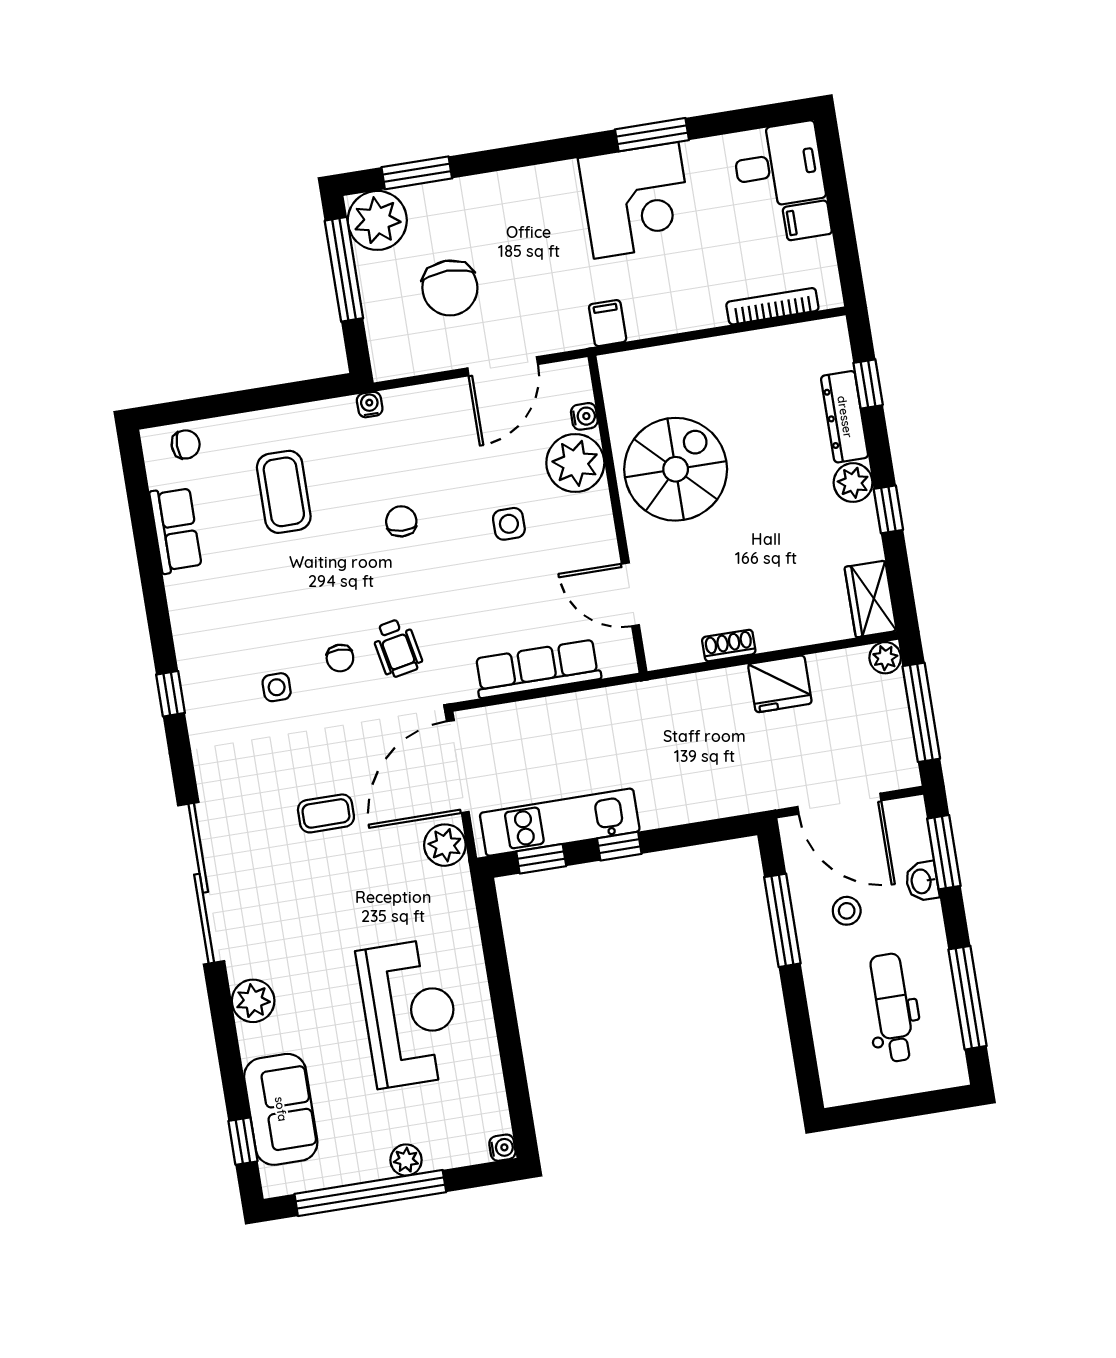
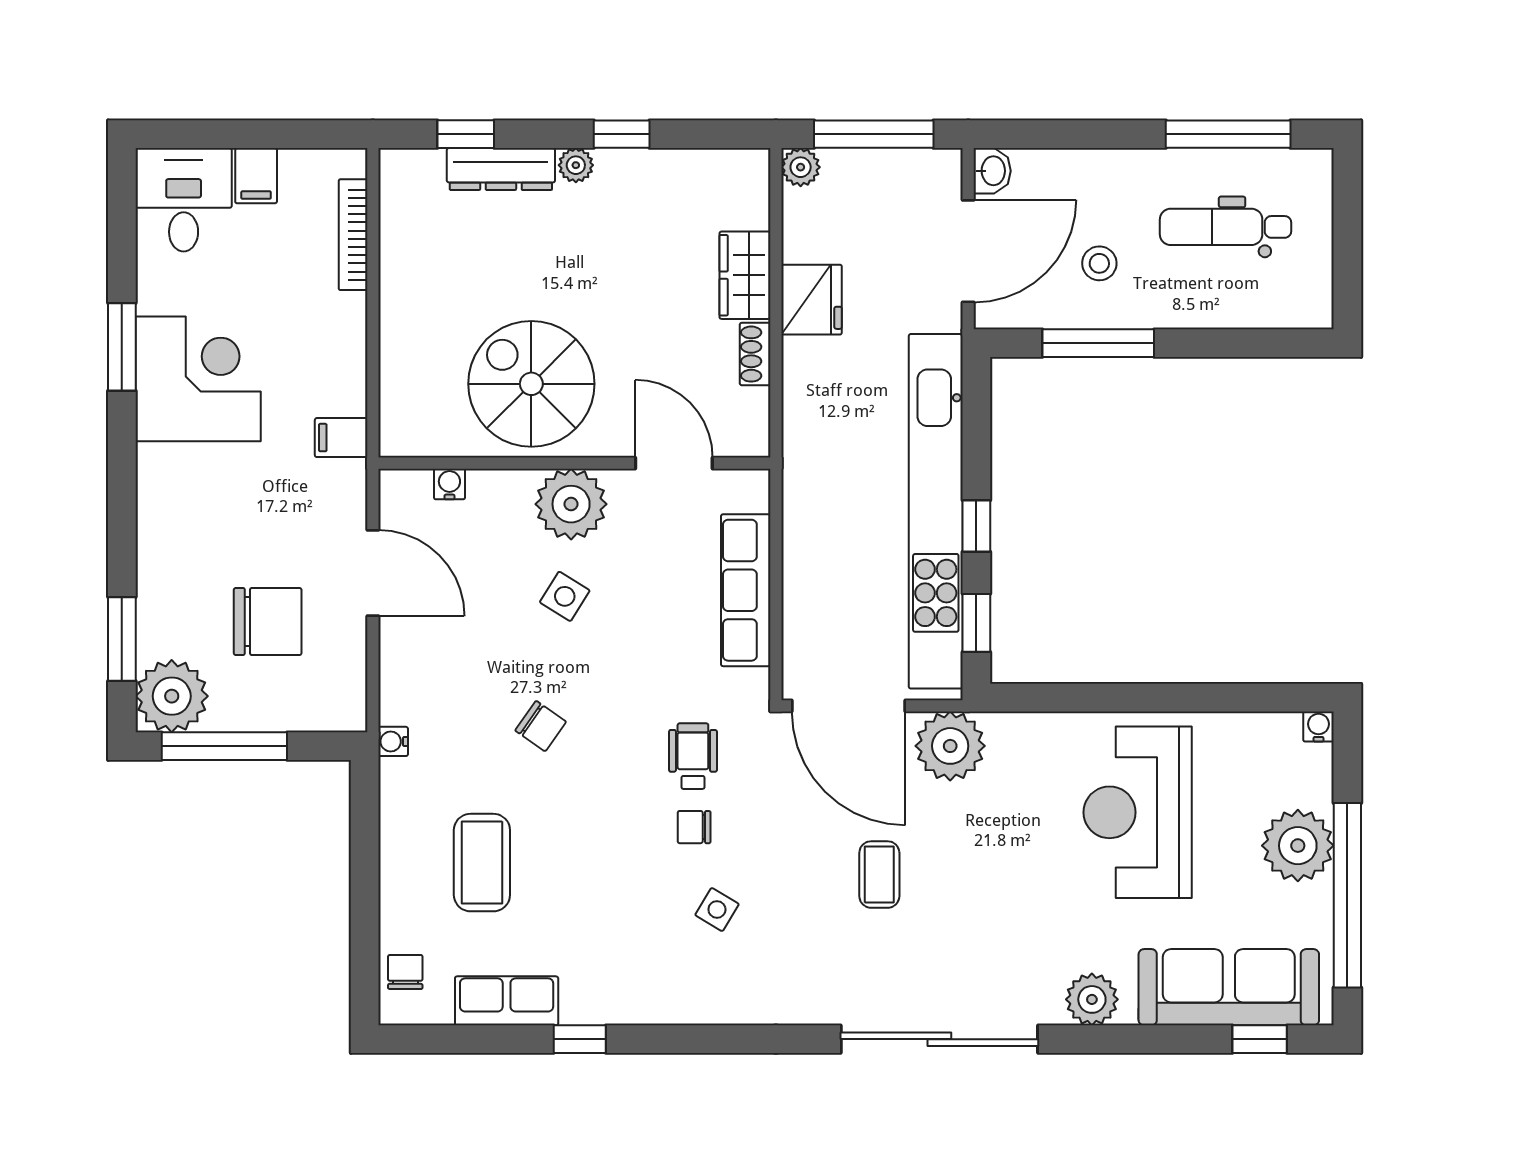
plant: (575, 463) -> (571, 504), moved
plant: (853, 483) -> (576, 165), width x0.73, depth x0.73
coffee table: (284, 492) -> (482, 863), turned 90
chair: (401, 521) -> (541, 726), turned -149
side table: (509, 524) -> (565, 596), turned 32
door: (630, 594) -> (674, 463), swing flipped
wardrobe: (871, 599) -> (745, 275), moved, turned 90
wheelchair: (397, 648) -> (693, 756), turned -79
chair: (340, 658) -> (694, 827), turned 180
side table: (277, 687) -> (717, 909), turned 31
window: (170, 694) -> (580, 1039), moved
kitchen unit: (560, 822) -> (936, 511), width x1.86
plant: (445, 845) -> (950, 746), width x1.36, depth x1.36
window: (944, 852) -> (1047, 134), removed
washbasin: (922, 881) -> (992, 171), moved, turned -90
reception desk: (410, 1013) -> (1138, 812), turned -90
sofa: (281, 1109) -> (1229, 987), width x1.36
plant: (406, 1160) -> (1298, 846), width x1.88, depth x1.88

